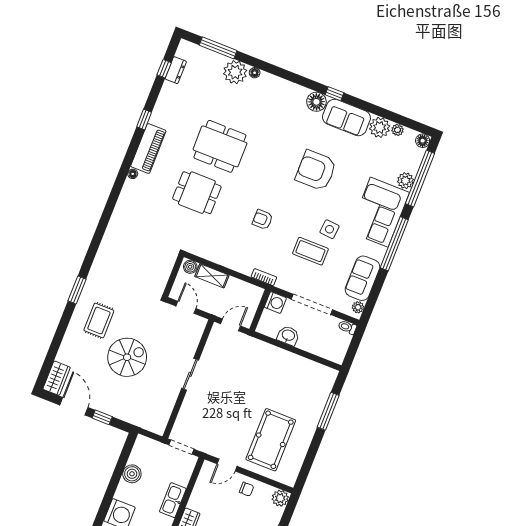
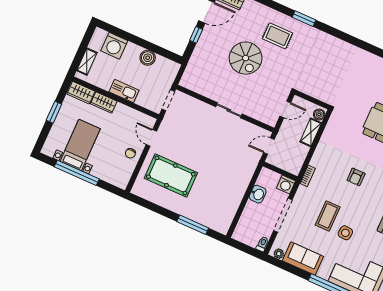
armchair: (263, 220) -> (356, 177), turned 180
door: (231, 325) -> (269, 146), swing flipped
plant: (280, 498) -> (122, 181), removed

